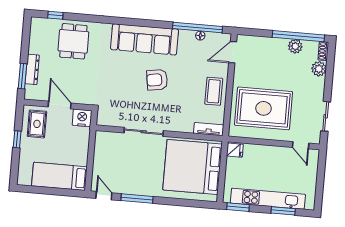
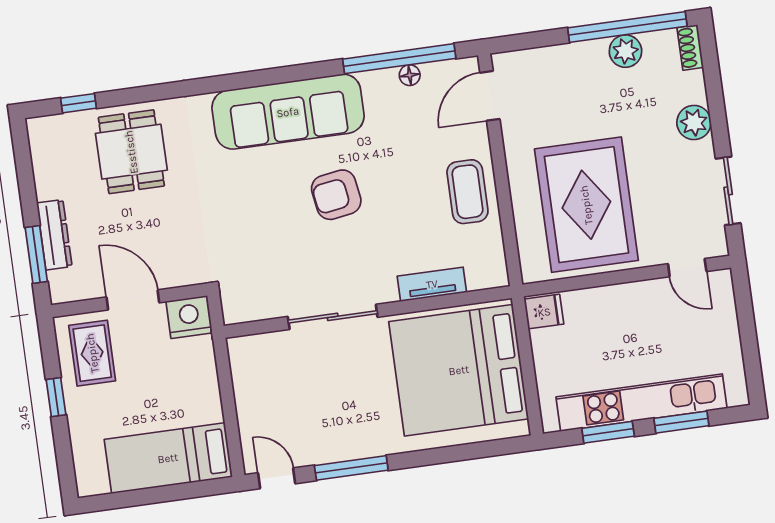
plant: (319, 69) -> (694, 123), moved
rug: (264, 108) -> (586, 205), turned 90
tv unit: (209, 129) -> (432, 284), moved
window: (238, 207) -> (608, 432), moved

